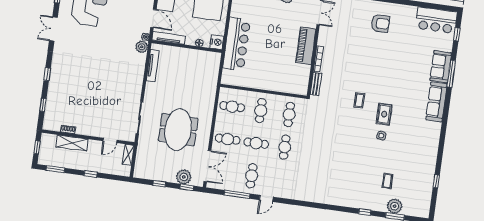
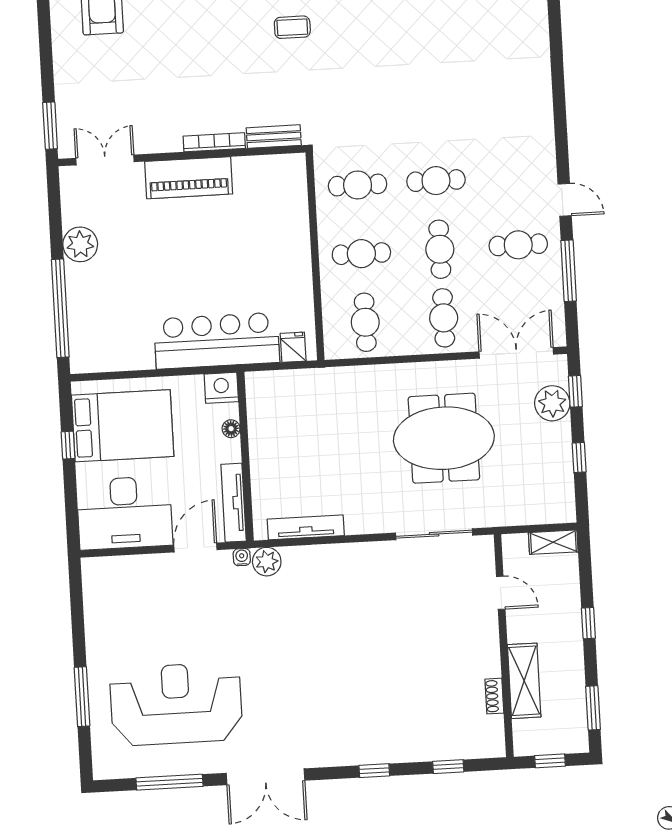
double door: (53, 29) -> (266, 777), width x1.37
fridge: (228, 75) -> (293, 347), added
shelving: (128, 155) -> (553, 542), moved

